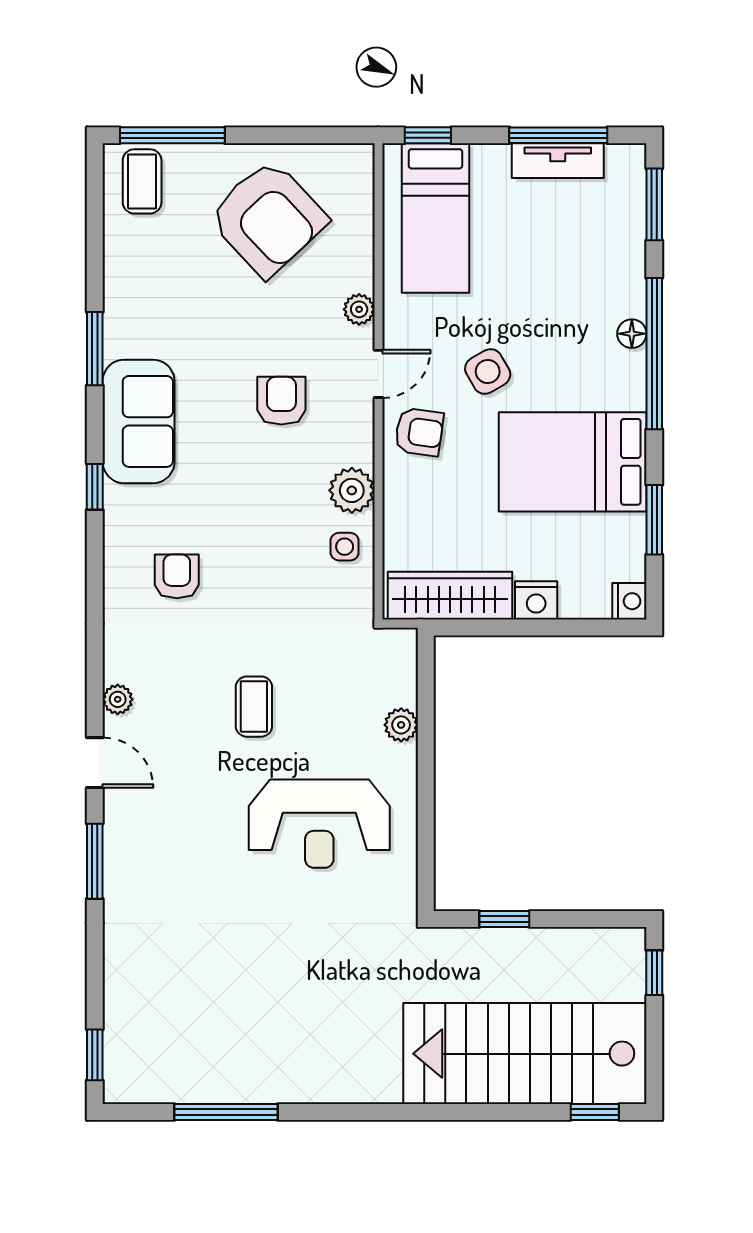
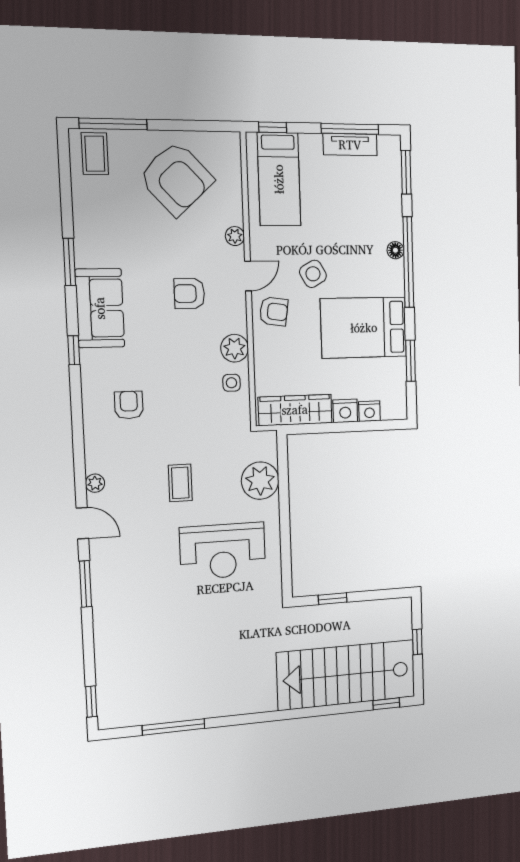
armchair: (281, 401) -> (189, 294), turned -90
nightstand: (629, 601) -> (369, 411), moved, turned 90
plant: (401, 725) -> (260, 481), width x1.88, depth x1.88
window: (654, 973) -> (417, 642), moved

